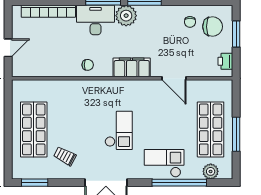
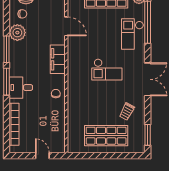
plant: (126, 16) -> (17, 33), moved
desk: (96, 20) -> (21, 88), width x0.73
door: (174, 78) -> (66, 26), hinge flipped
checkout: (119, 130) -> (107, 69), turned 180

